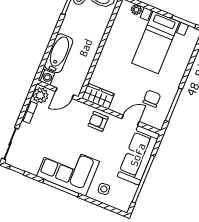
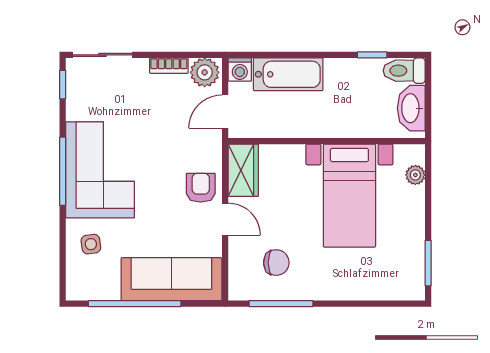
bed with nightstands: (156, 42) -> (349, 196), moved, turned -90
door: (64, 93) -> (225, 112), hinge flipped
door: (130, 120) -> (225, 219), moved

